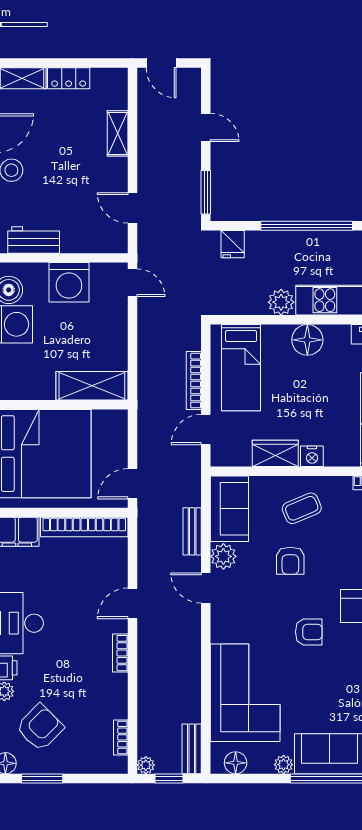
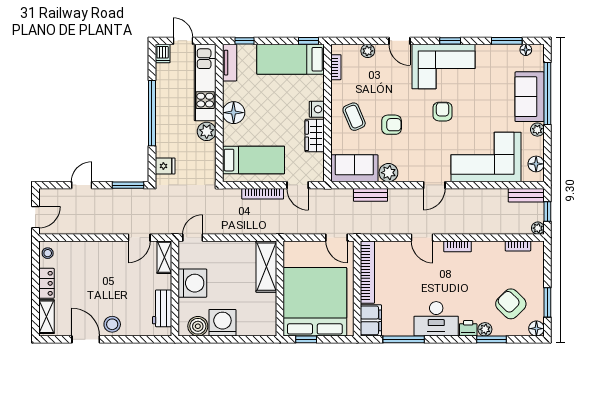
stool: (111, 80) -> (48, 253), added
shelving: (118, 133) -> (164, 257), moved, turned 90
door: (206, 588) -> (434, 185), moved

